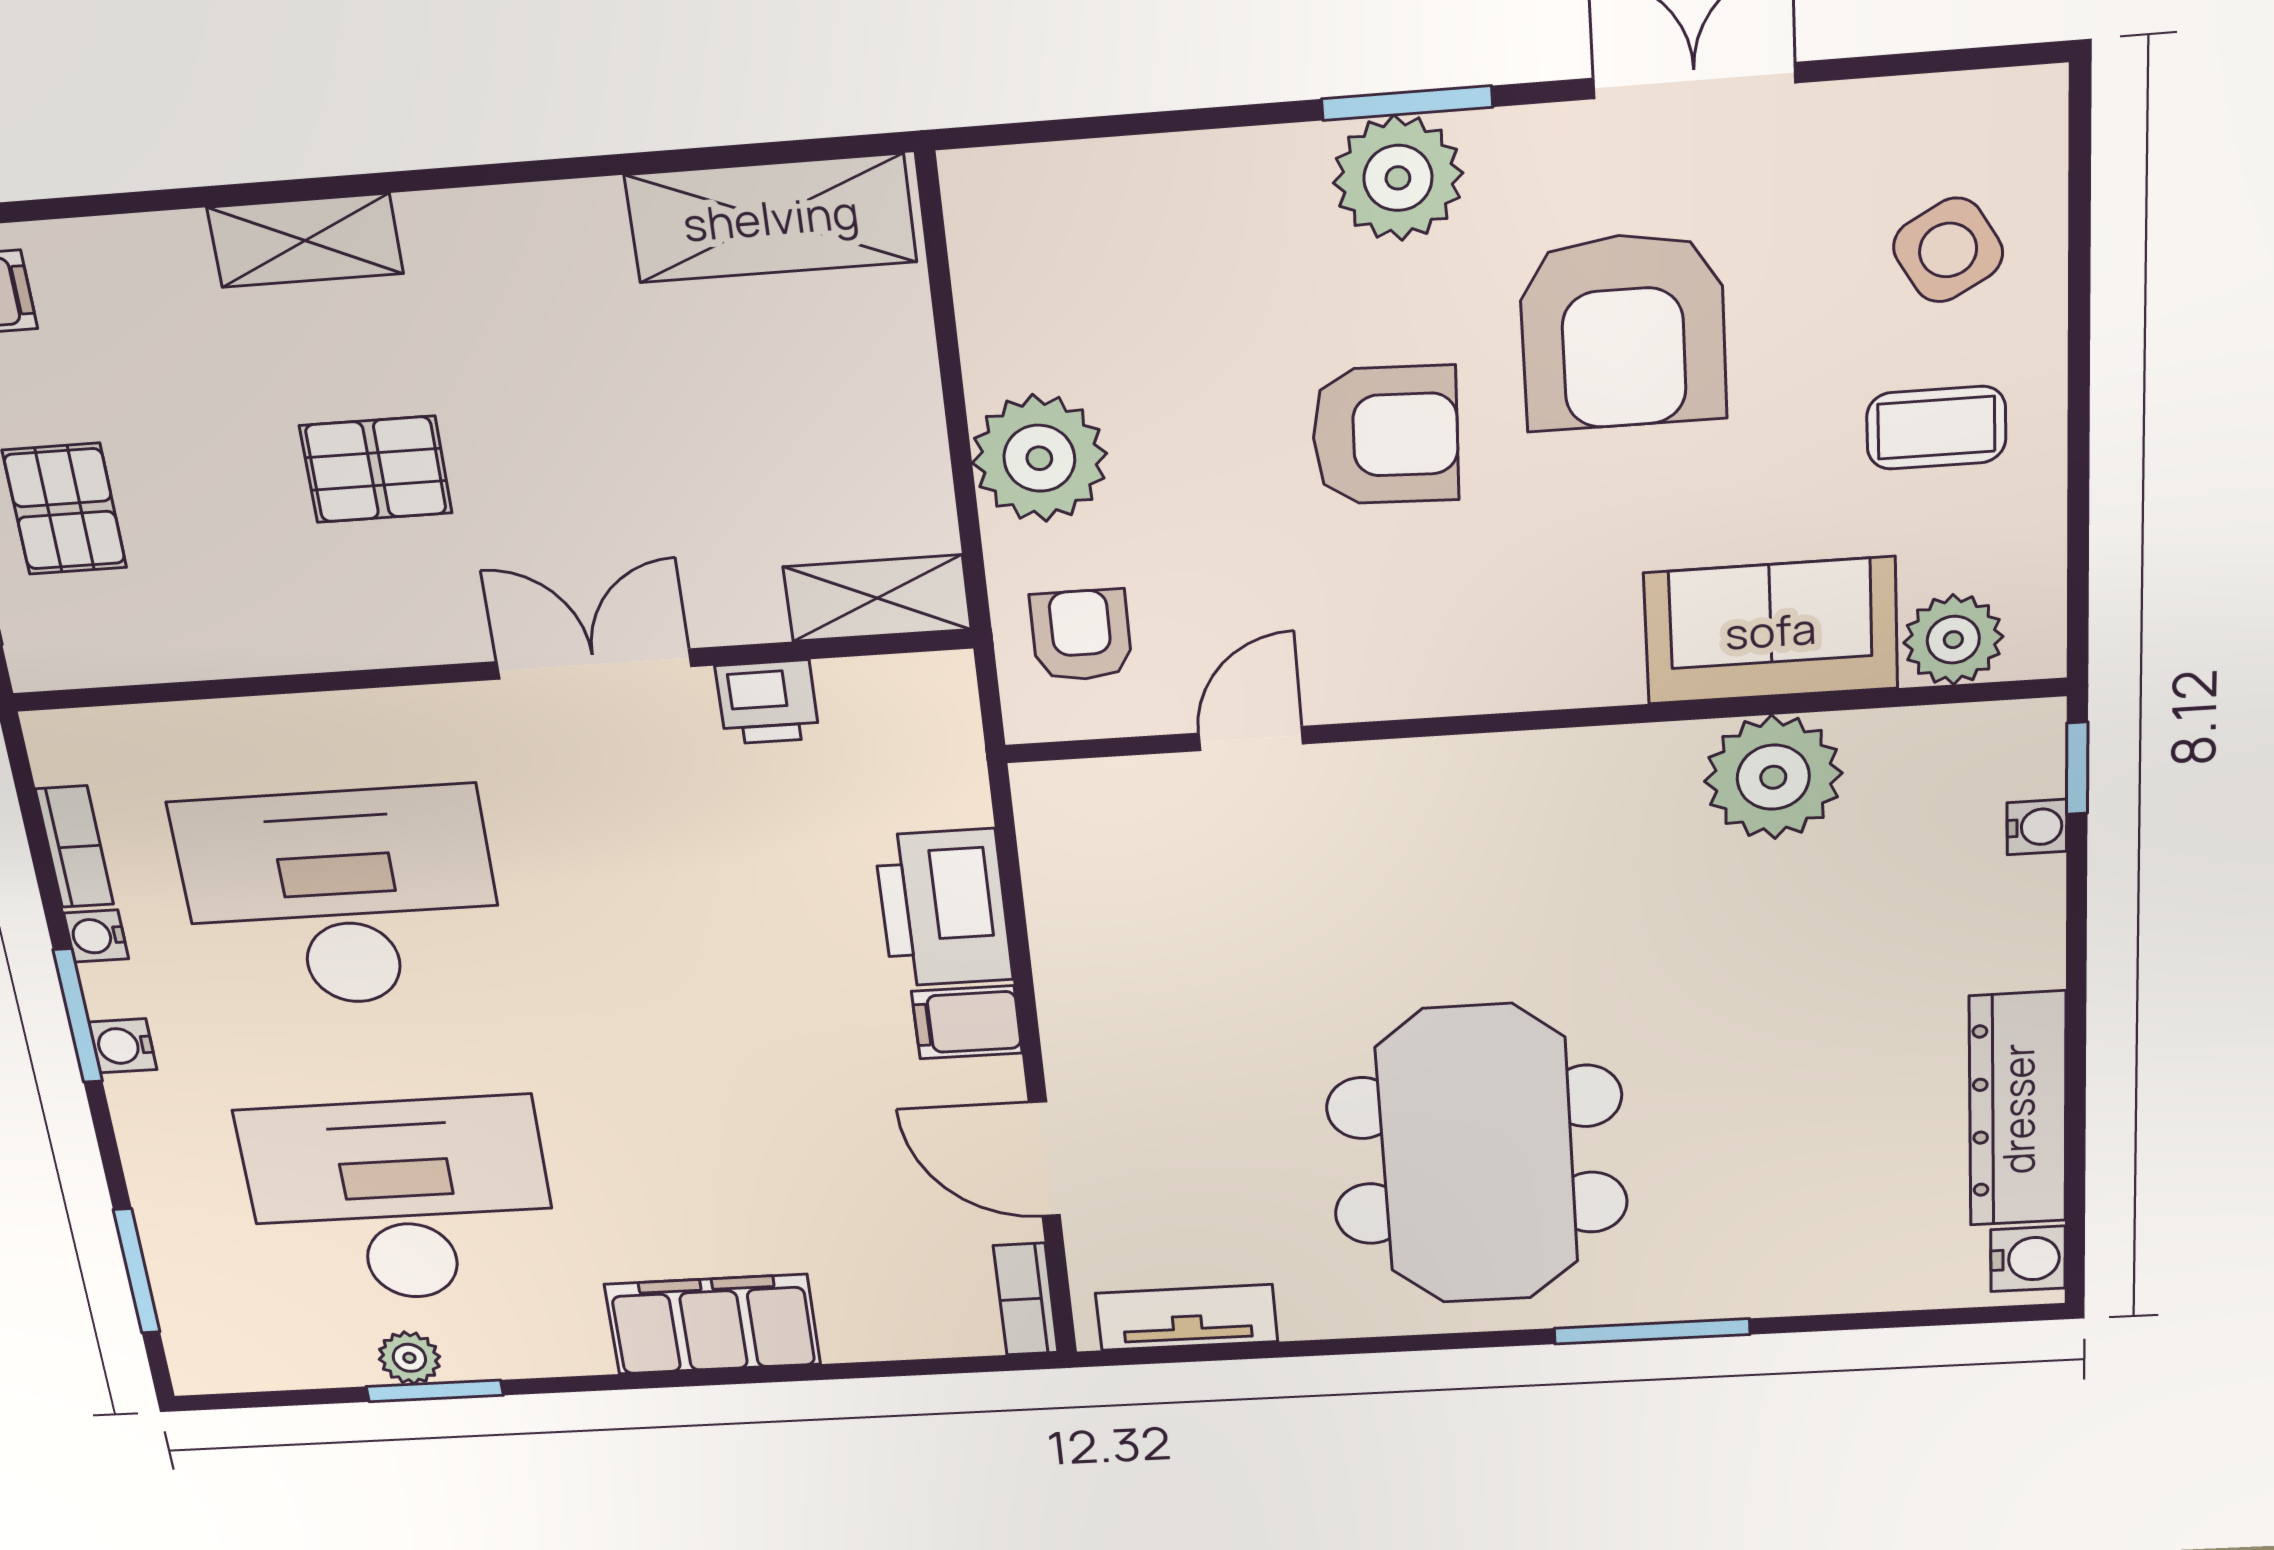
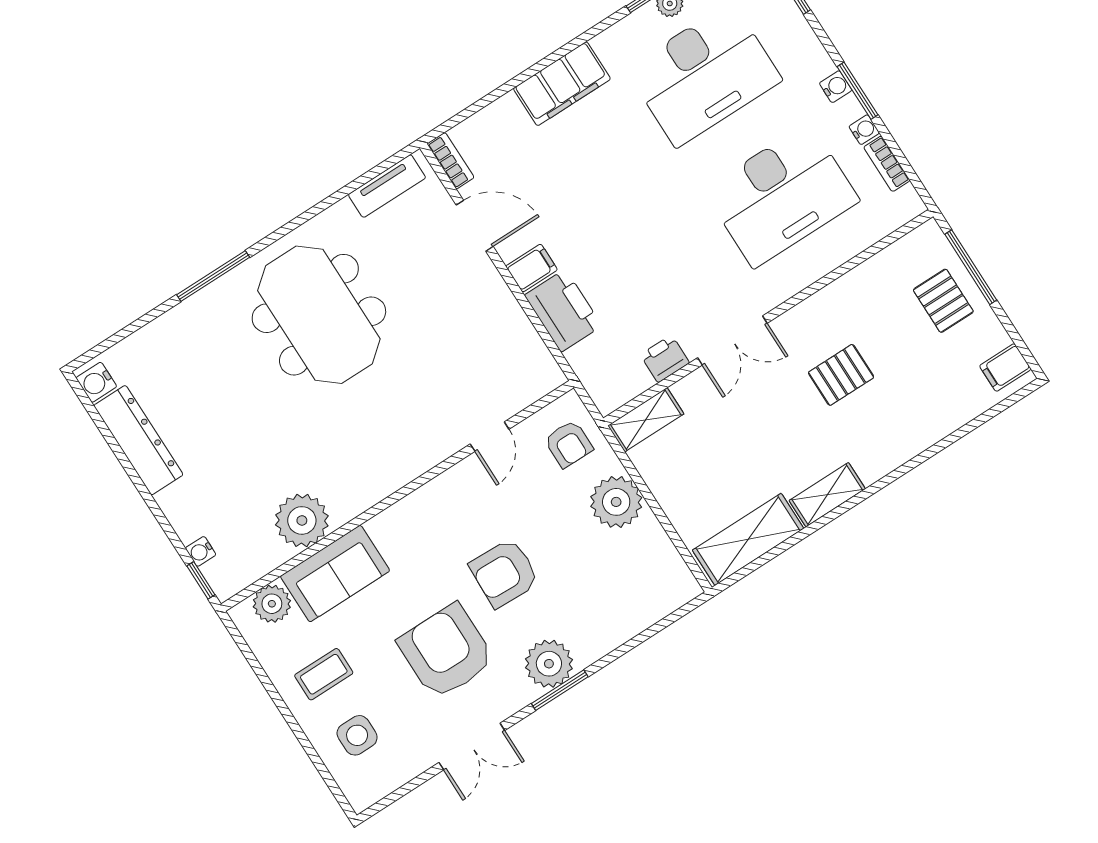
shelving: (305, 240) -> (827, 495), moved
side table: (1948, 250) -> (357, 735), turned 30

